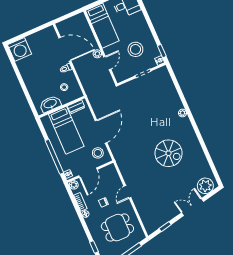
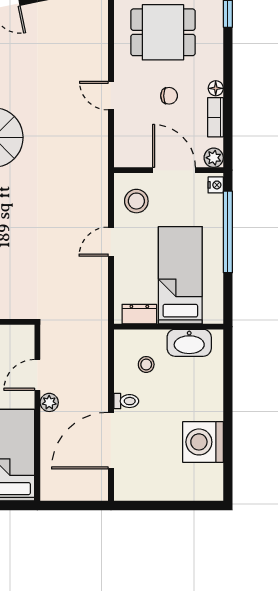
washing machine: (20, 49) -> (203, 442), moved, turned -90
door: (65, 49) -> (111, 441), hinge flipped
door: (101, 132) -> (111, 242), width x0.53
door: (88, 173) -> (174, 170), hinge flipped
door: (127, 192) -> (111, 96), swing flipped

